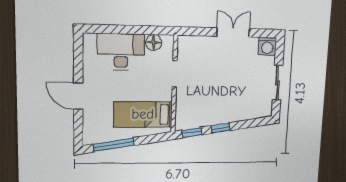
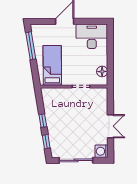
desk: (121, 52) -> (92, 36), moved, turned -90
sliding door: (278, 83) -> (76, 160), width x1.37
window: (192, 133) -> (46, 142), moved

